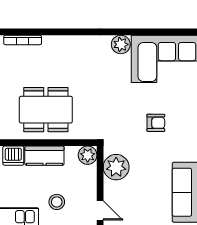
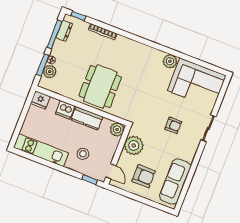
dining table: (46, 110) -> (100, 87), turned 90
armchair: (143, 201) -> (144, 176), added

